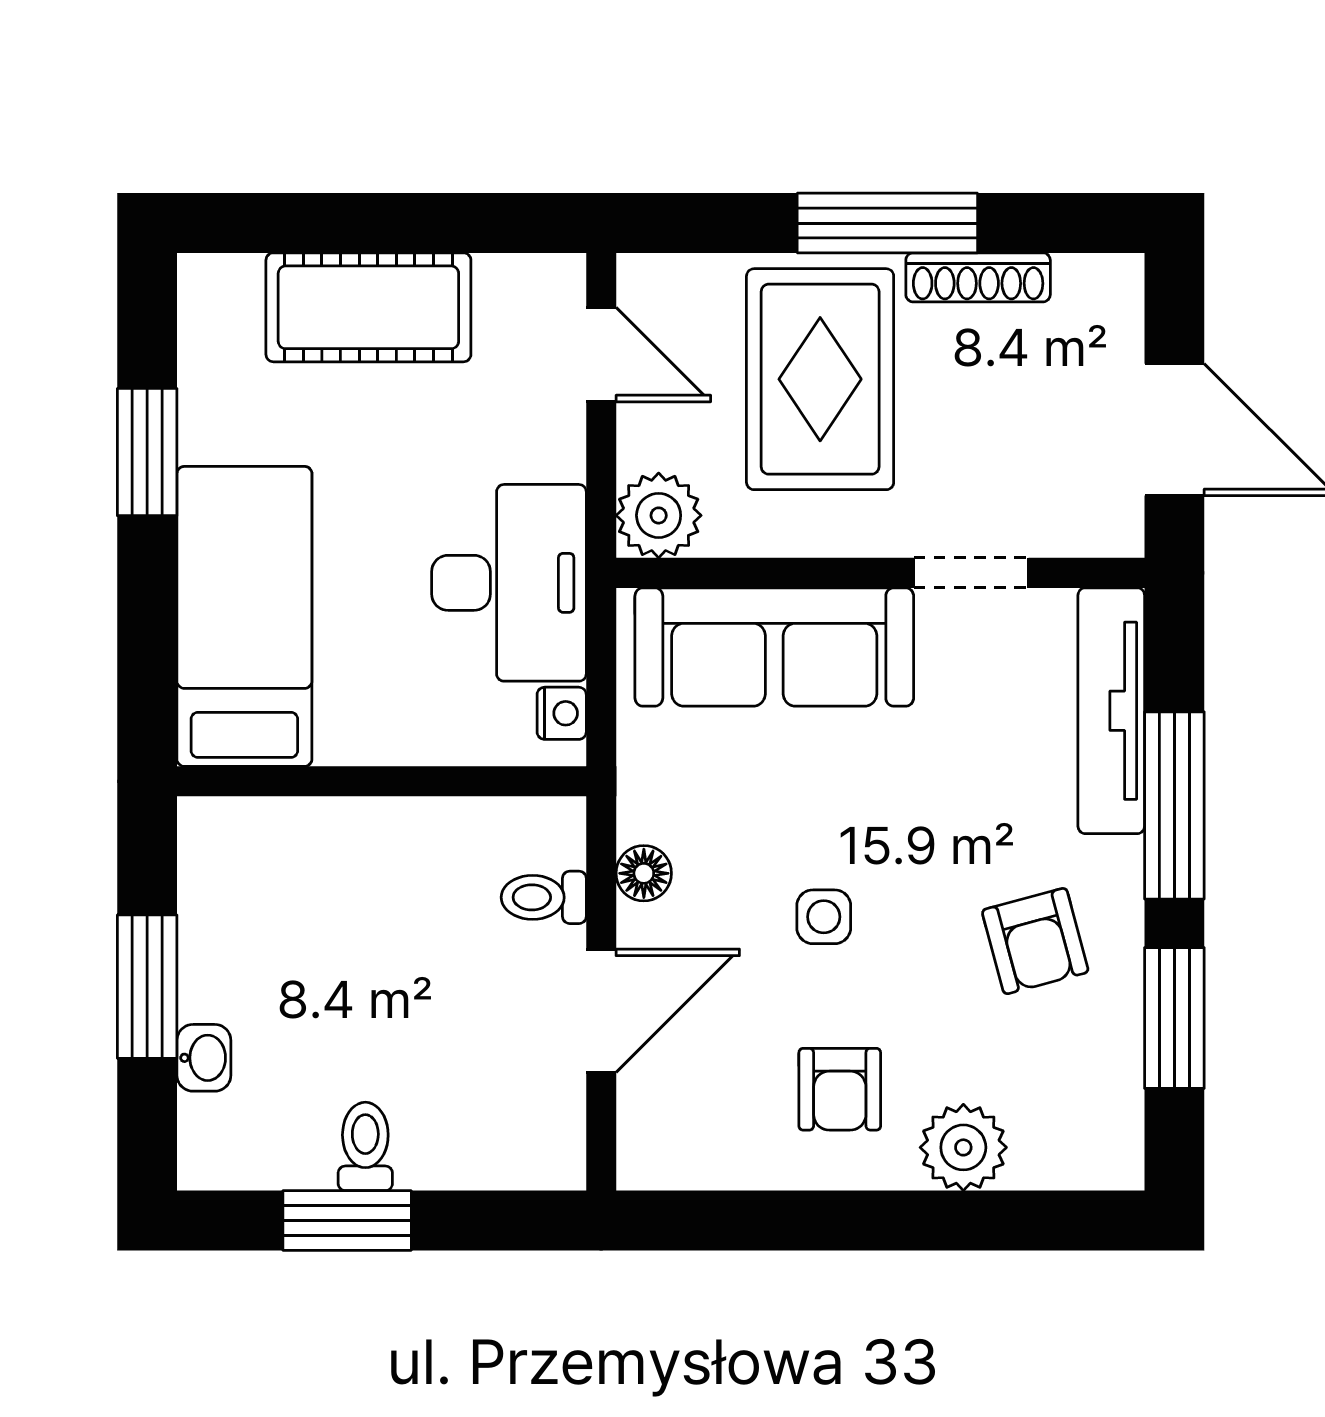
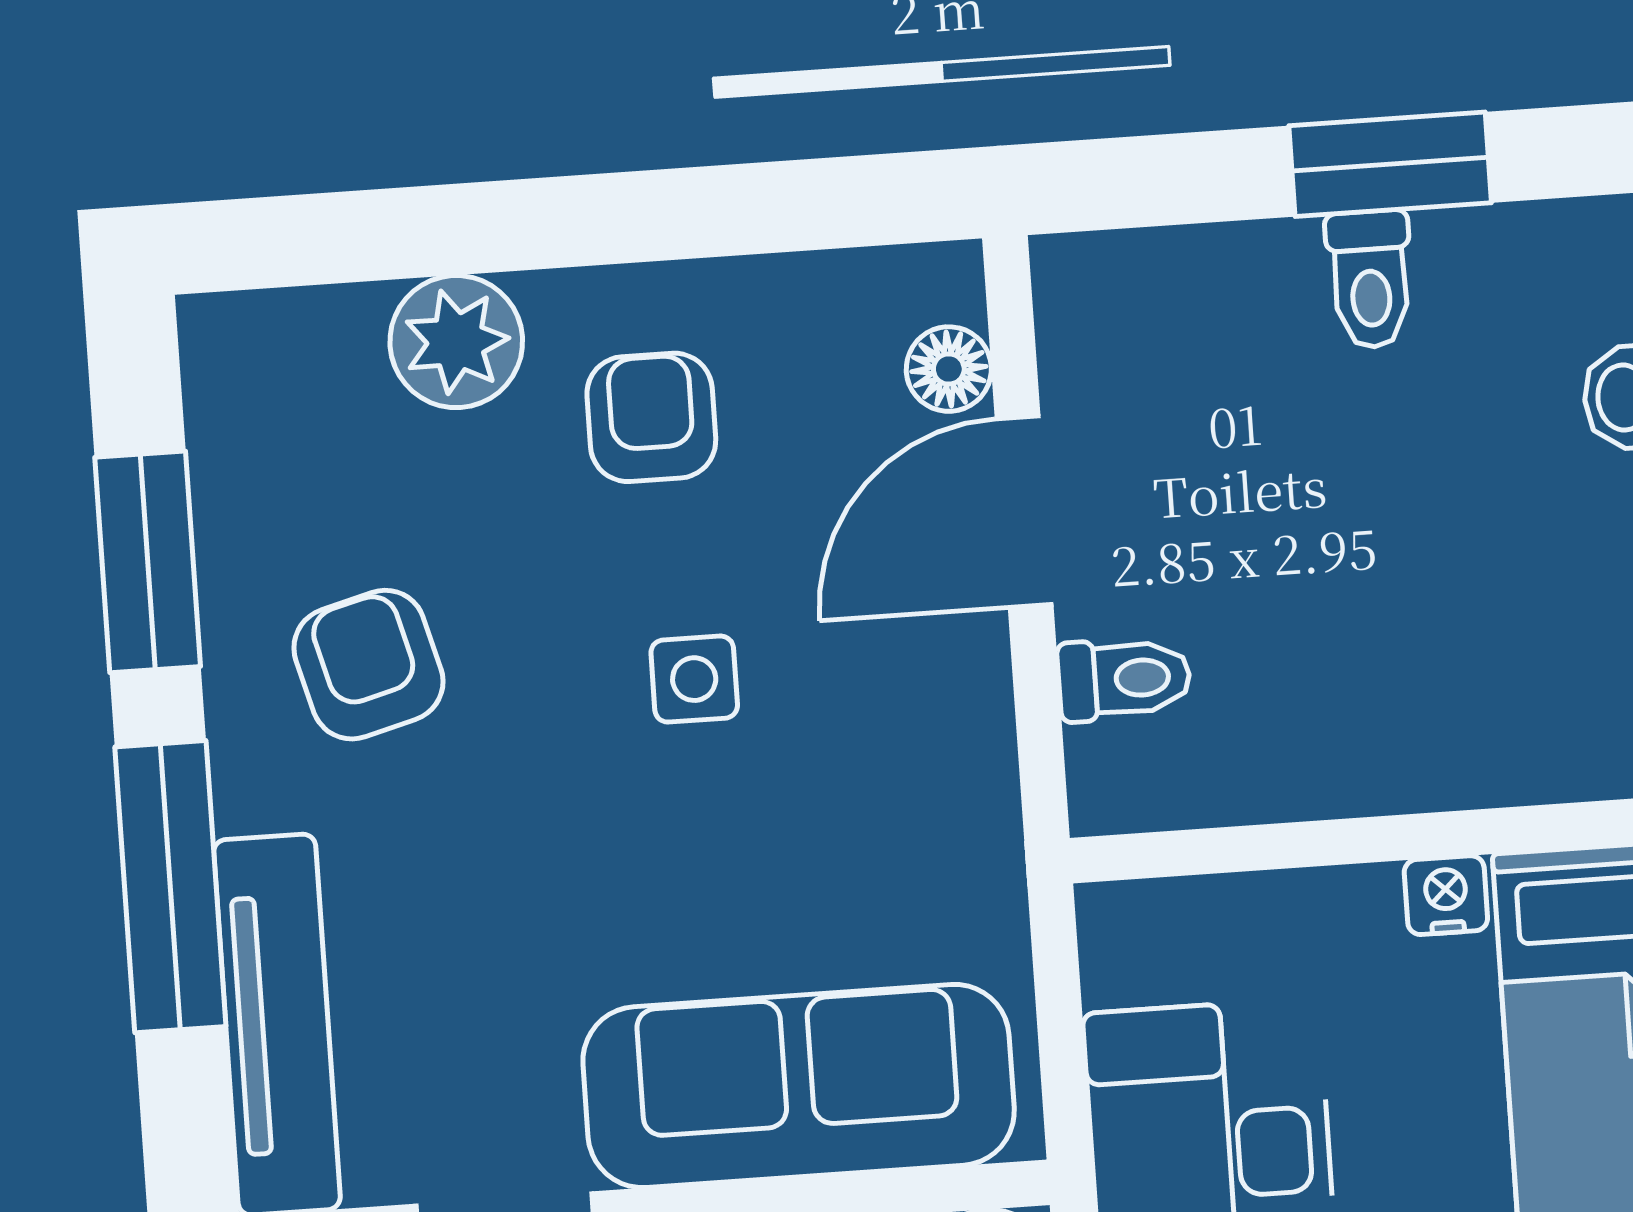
nightstand: (562, 713) -> (1446, 895), moved, turned 90
floor lamp: (644, 873) -> (949, 369), moved

